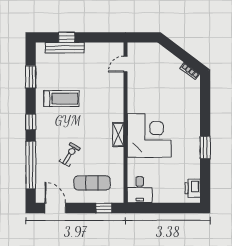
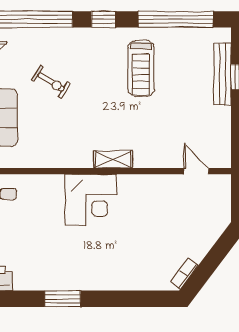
window: (31, 77) -> (176, 19), width x2.11
shelving: (118, 135) -> (113, 159), moved
corner desk: (149, 136) -> (91, 200), width x0.74, depth x0.74

